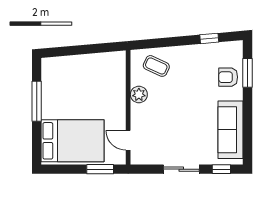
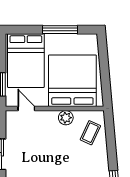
bed: (96, 87) -> (72, 81), added
door: (128, 140) -> (26, 108), hinge flipped

